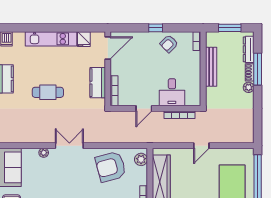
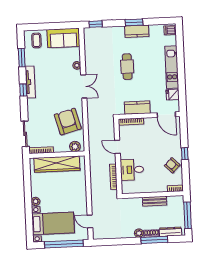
window: (230, 28) -> (188, 215), width x1.44
bench: (211, 67) -> (155, 201), width x0.73
door: (201, 146) -> (90, 221), moved

